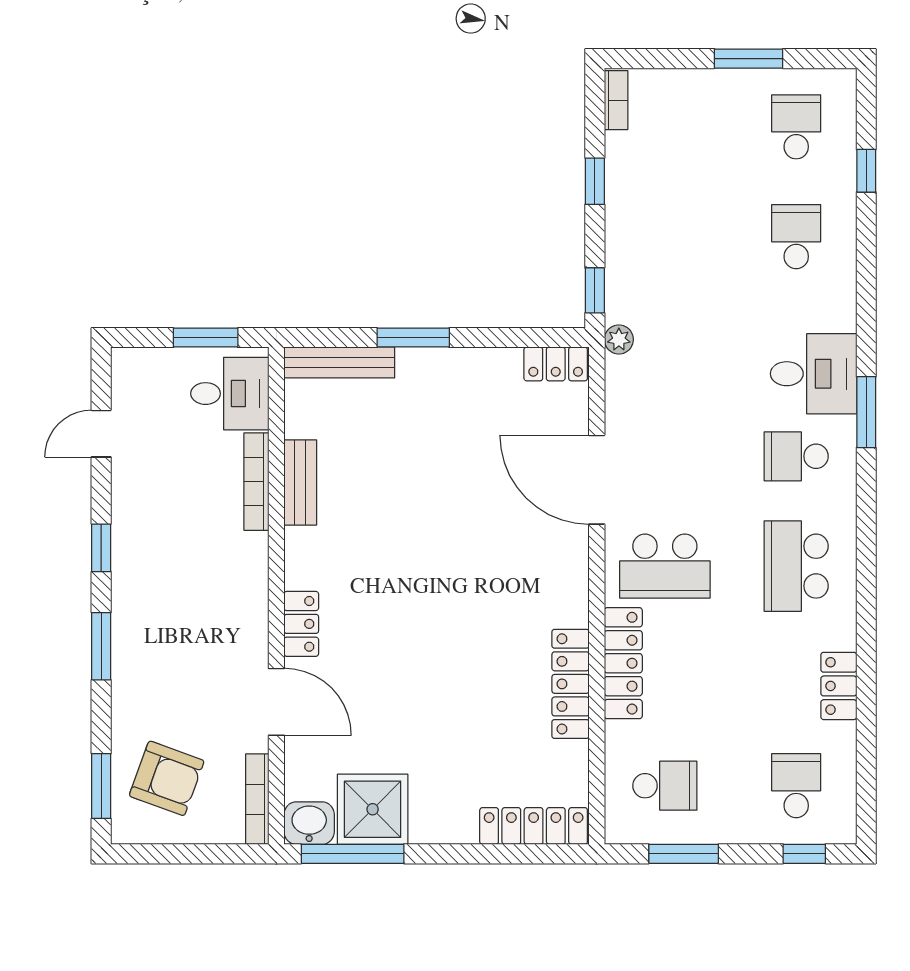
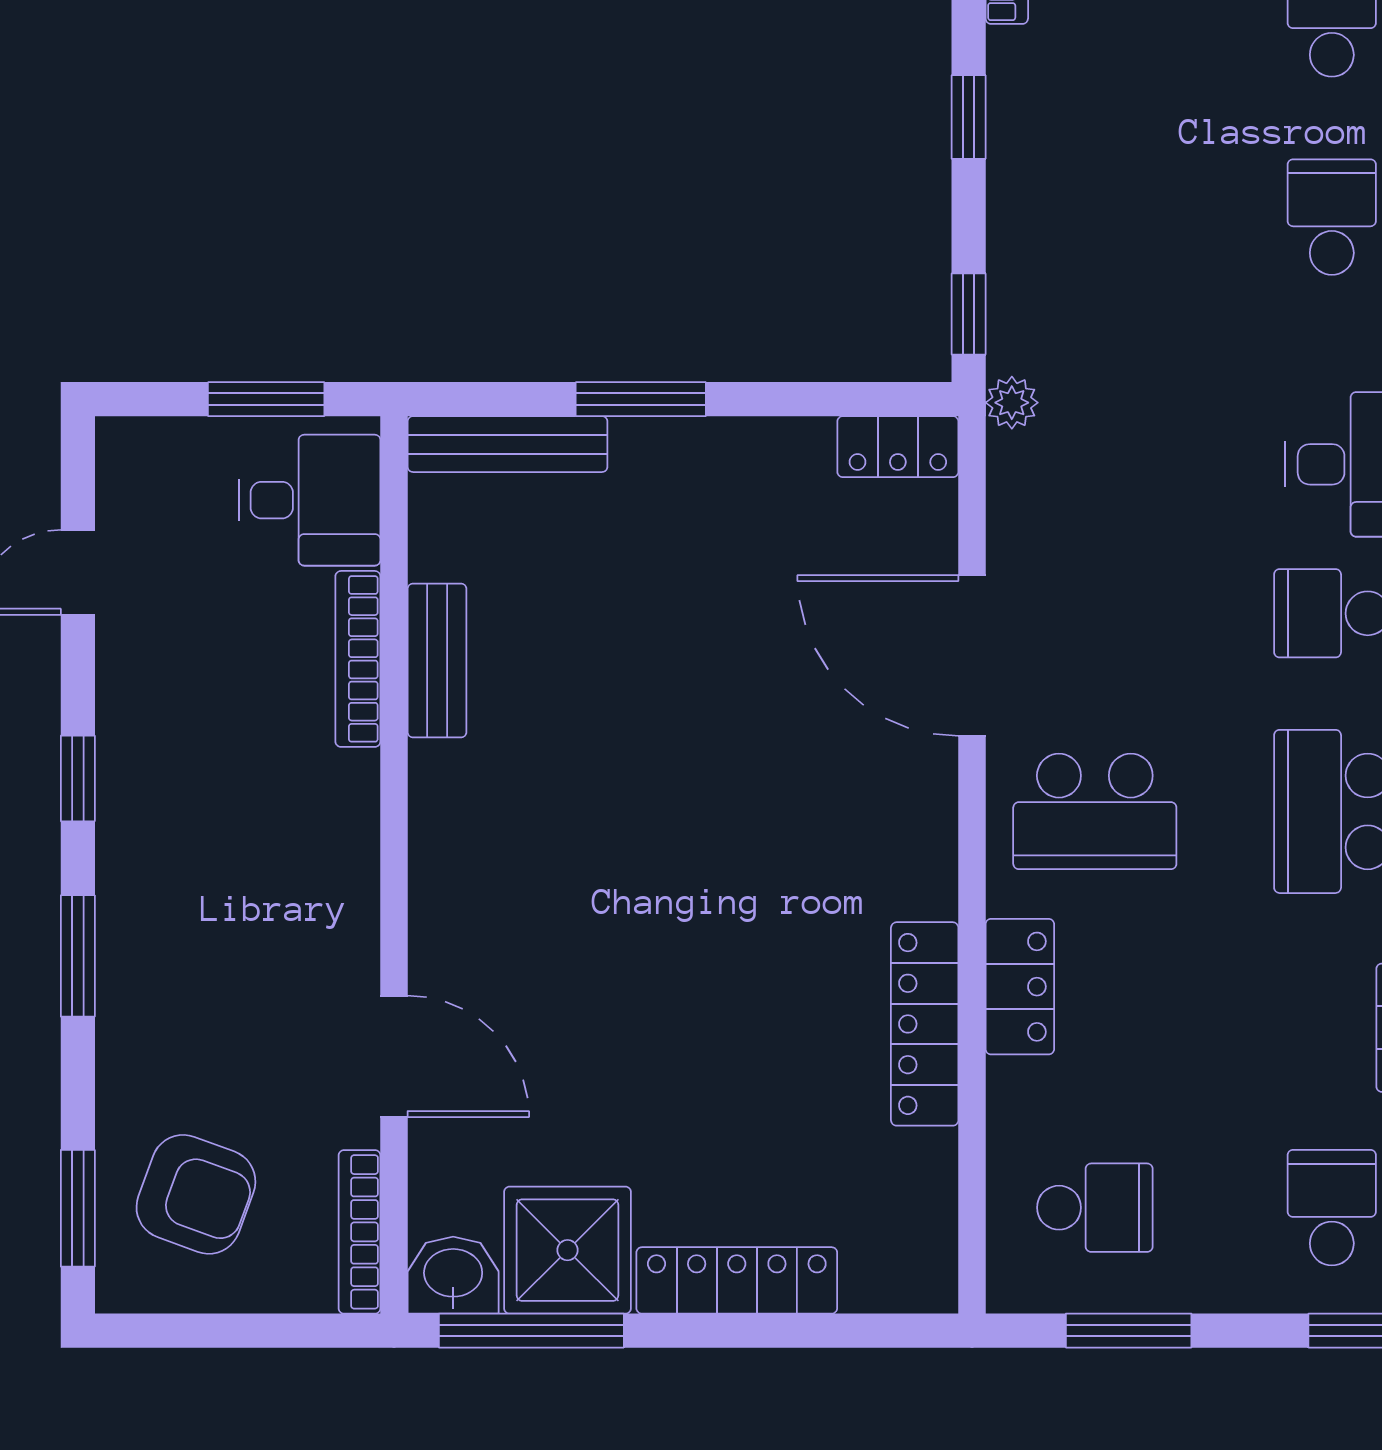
locker: (301, 624) -> (439, 916), removed
locker: (623, 663) -> (1020, 987), width x0.66
locker: (534, 826) -> (737, 1280), moved

